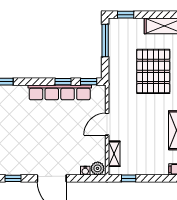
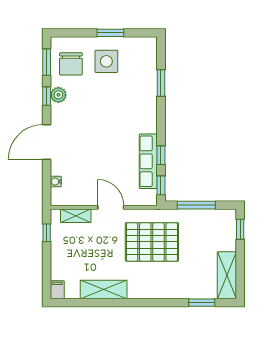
window: (105, 41) -> (196, 205), moved
pallet: (153, 71) -> (152, 242), moved
row of seats: (60, 92) -> (148, 161), width x0.73
plant: (98, 168) -> (58, 95), moved

